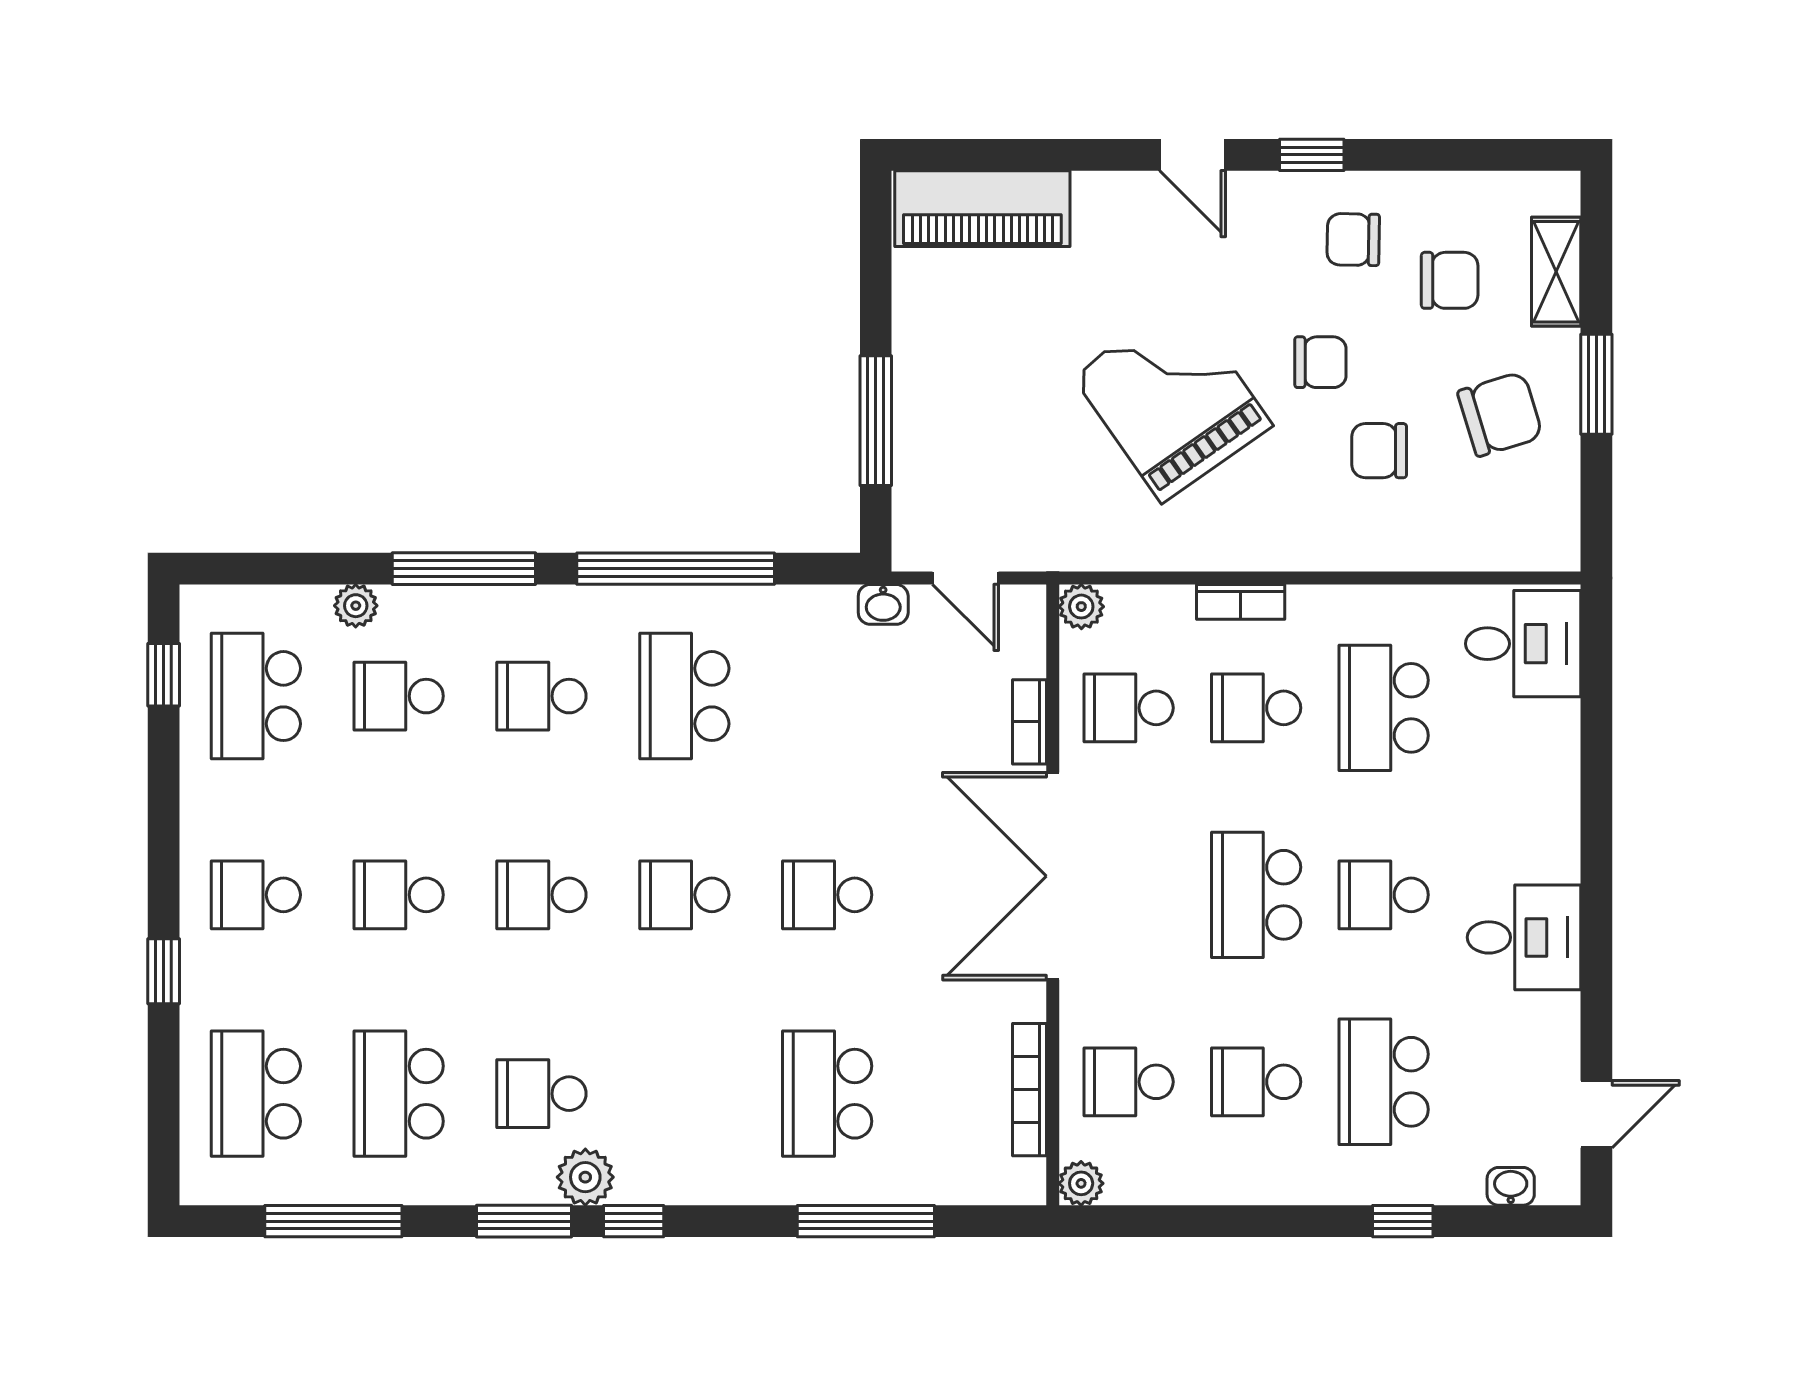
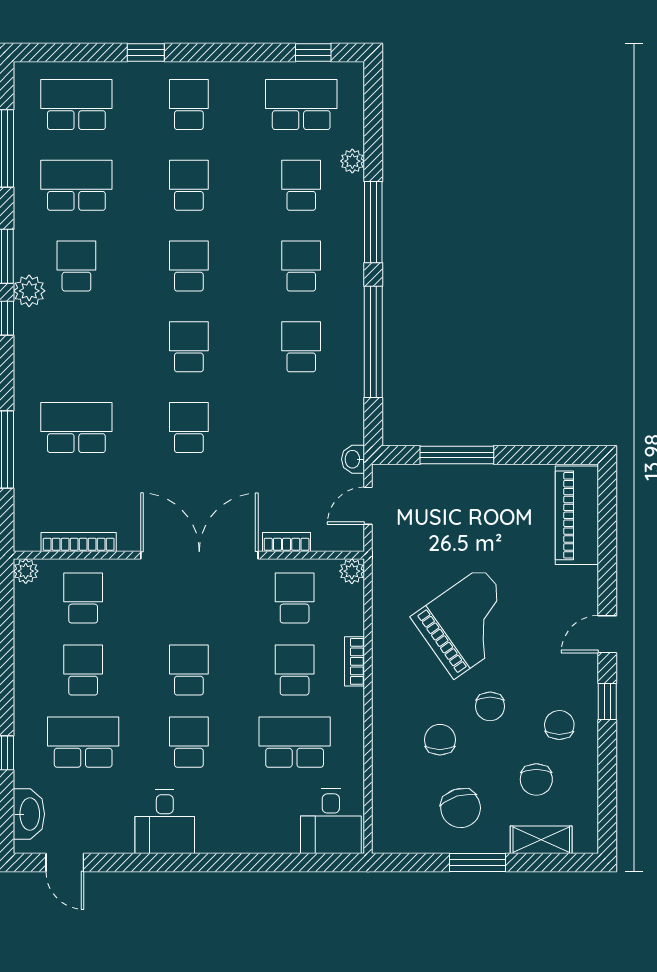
school desk: (684, 696) -> (301, 347), width x0.54
school desk: (1256, 895) -> (189, 670), width x0.54
washbasin: (1511, 1186) -> (29, 814), width x1.91, depth x1.45

